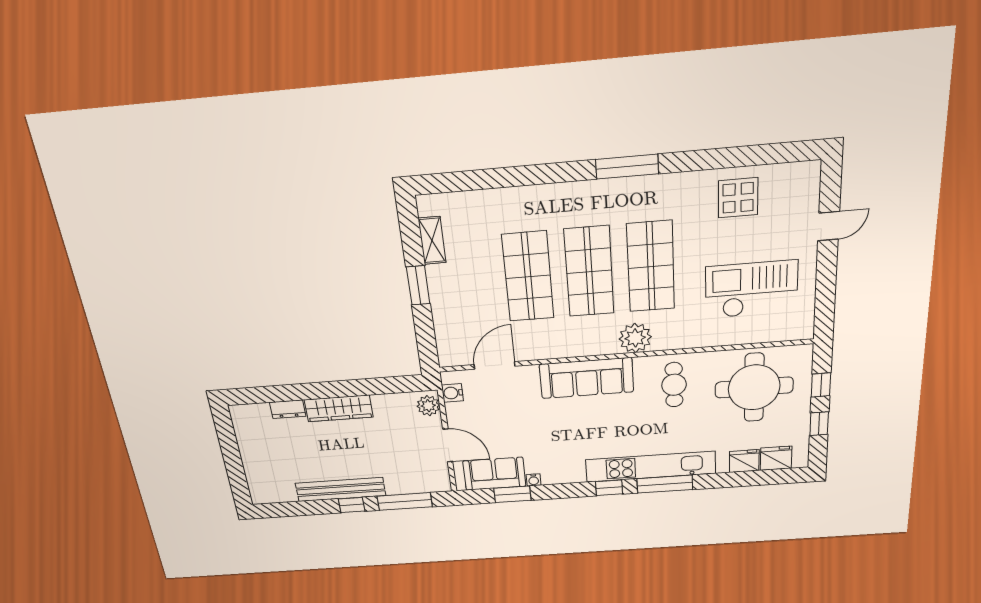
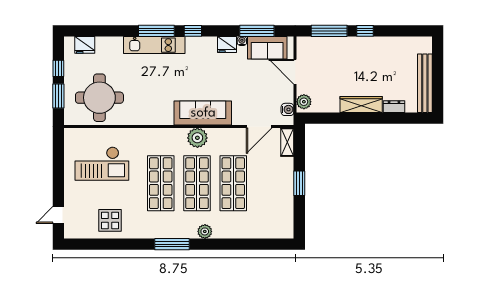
plant: (570, 193) -> (205, 231), added
door: (829, 226) -> (58, 215), moved
shelving: (432, 240) -> (287, 142), moved
plant: (635, 338) -> (197, 138), moved
cafe table: (674, 385) -> (149, 104), removed
window: (821, 385) -> (58, 96), width x1.50
fridge: (744, 461) -> (227, 45), moved
kitchen unit: (650, 467) -> (154, 45), width x0.73
bench: (341, 489) -> (425, 83), moved, turned 90
window: (512, 494) -> (257, 31), width x1.44

